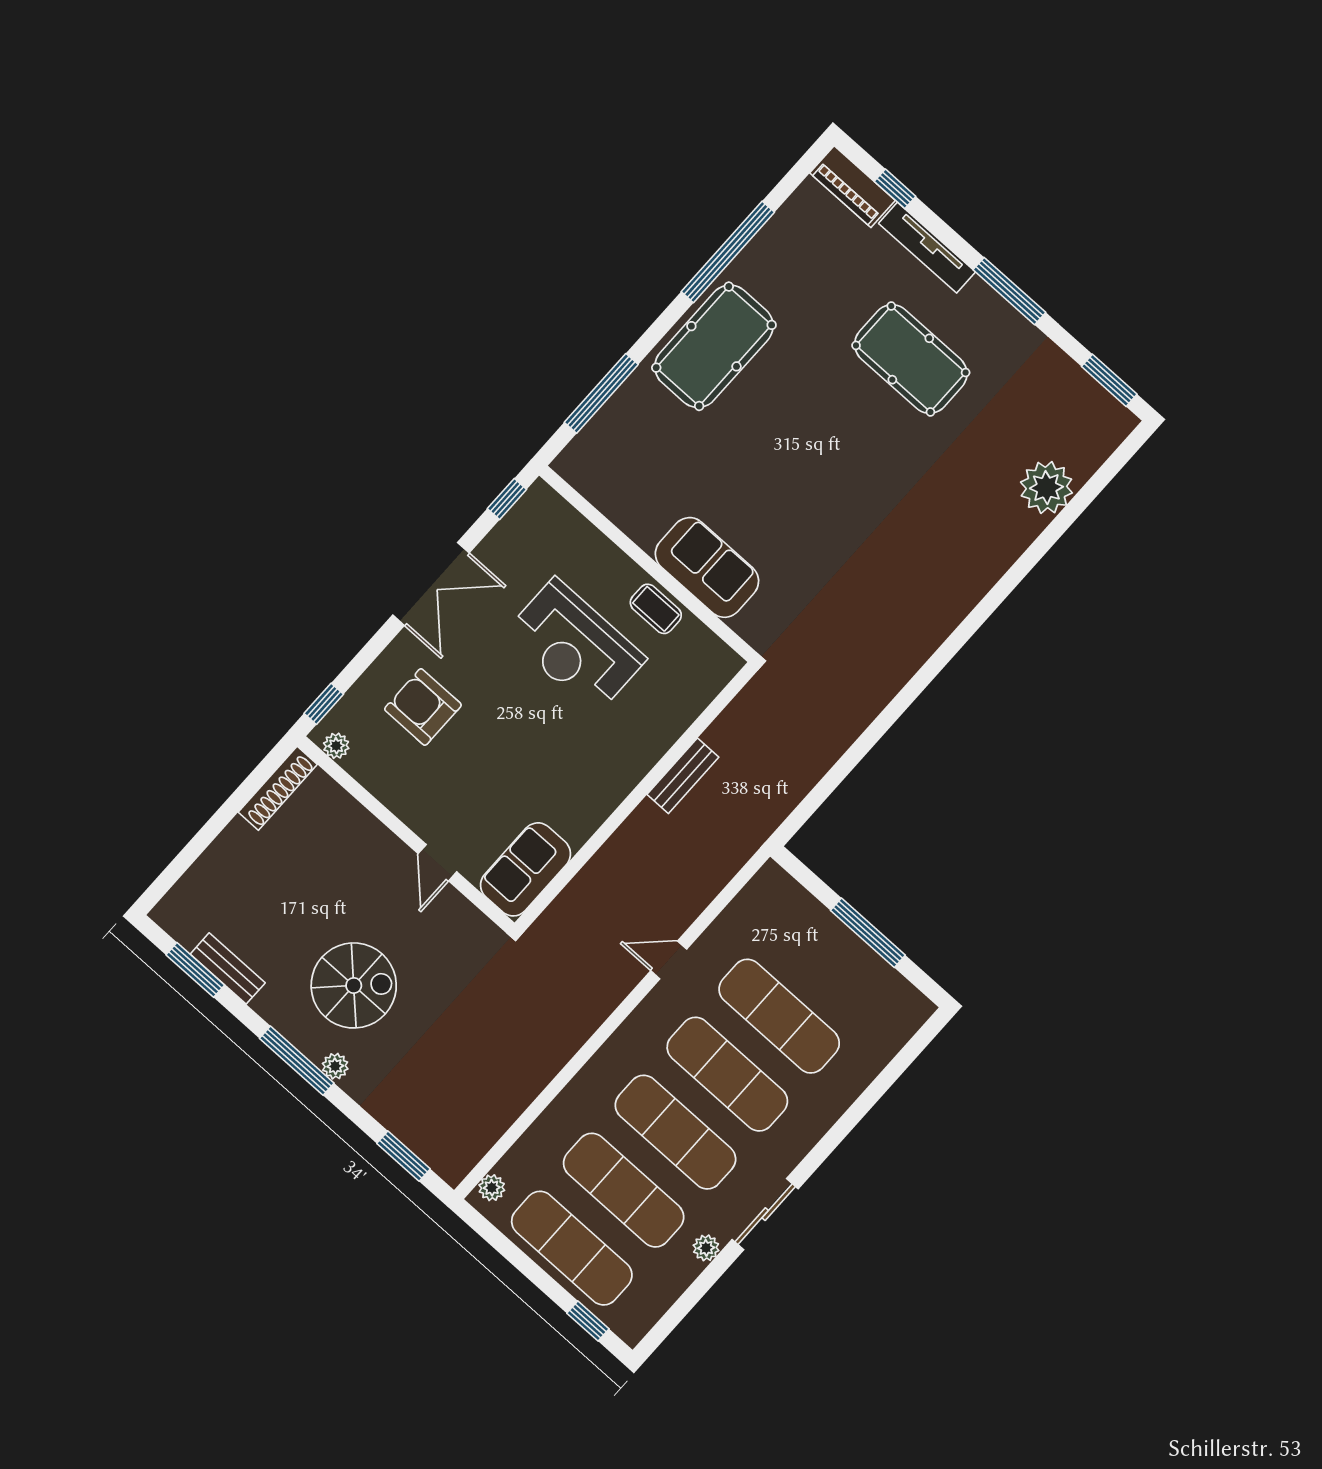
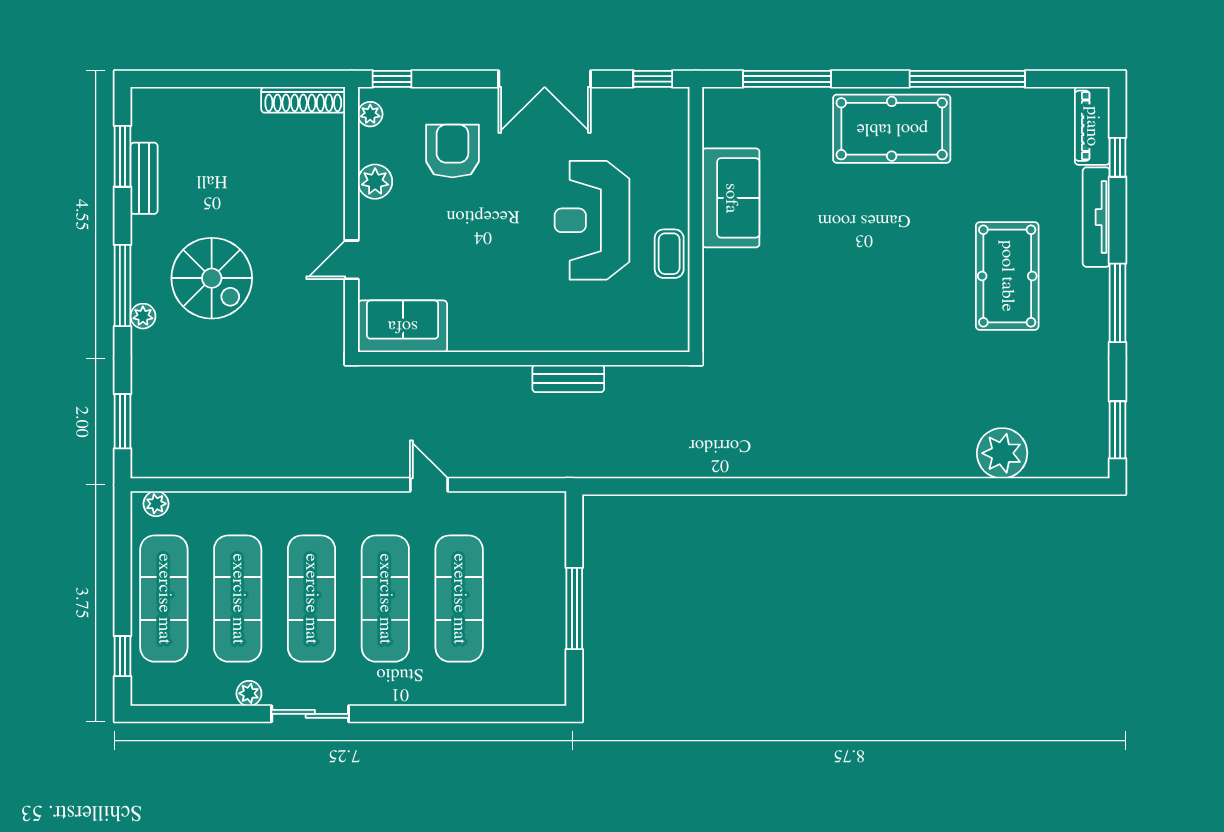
sofa: (707, 567) -> (731, 198), moved
plant: (393, 789) -> (375, 182), added

